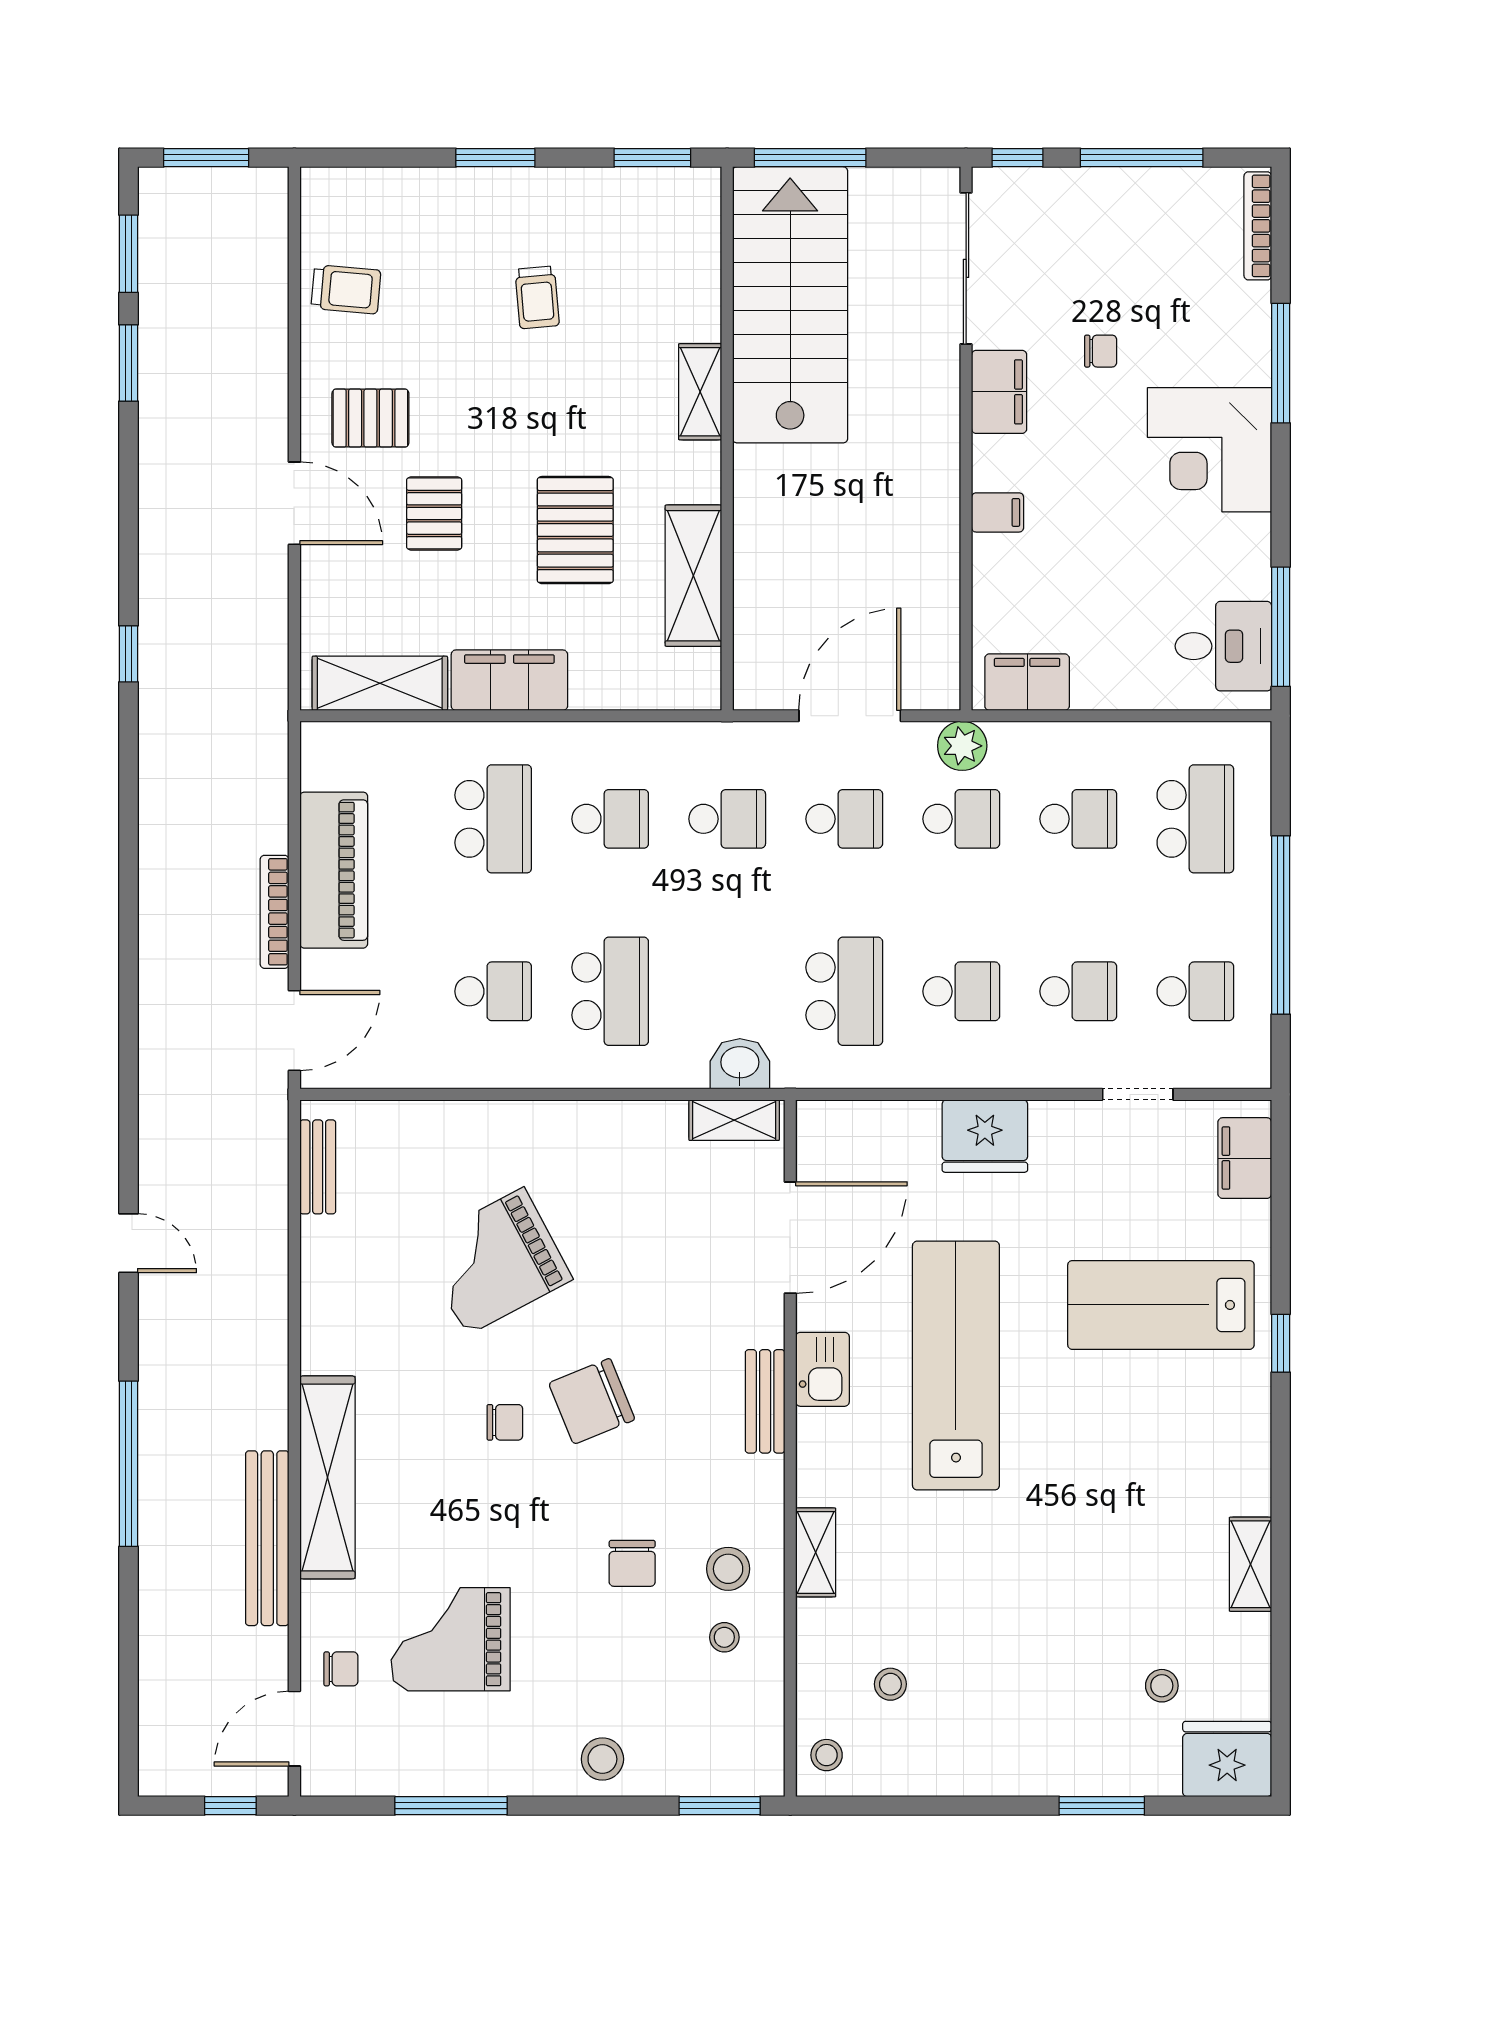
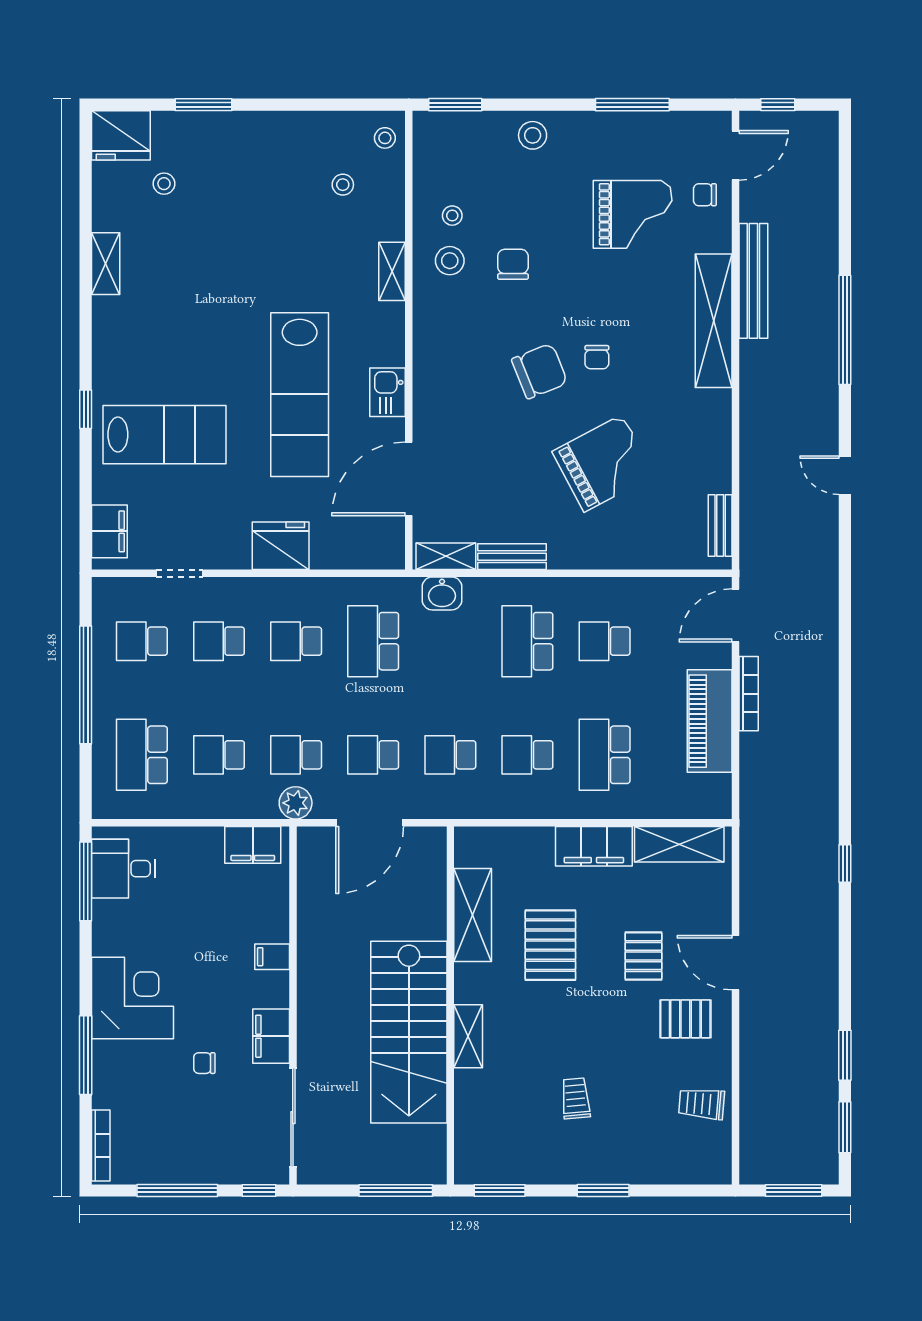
stairs: (790, 305) -> (409, 1032), moved
bench: (765, 1401) -> (512, 557), moved, turned 90
chair: (505, 1422) -> (597, 357), turned -90

